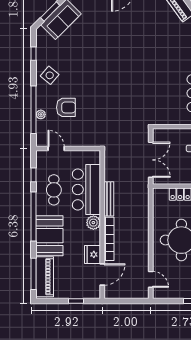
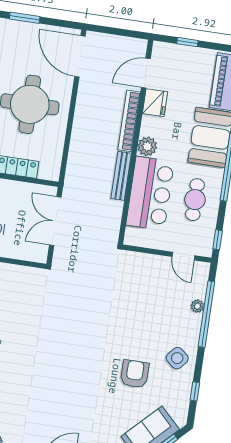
armchair: (66, 107) -> (135, 374), moved, turned 90
window: (34, 175) -> (218, 240), moved
door: (151, 279) -> (80, 56), width x1.88

